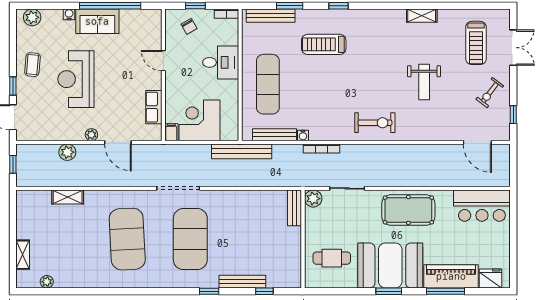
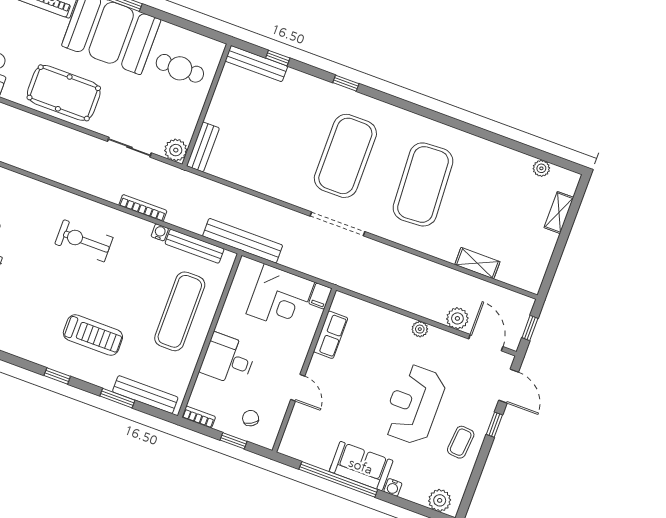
reception desk: (76, 79) -> (414, 404), turned 180
exercise bike: (375, 123) -> (84, 241), moved
door: (118, 142) -> (486, 343), moved
bench: (242, 282) -> (256, 64), moved

